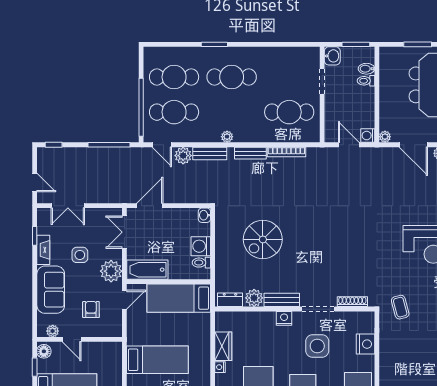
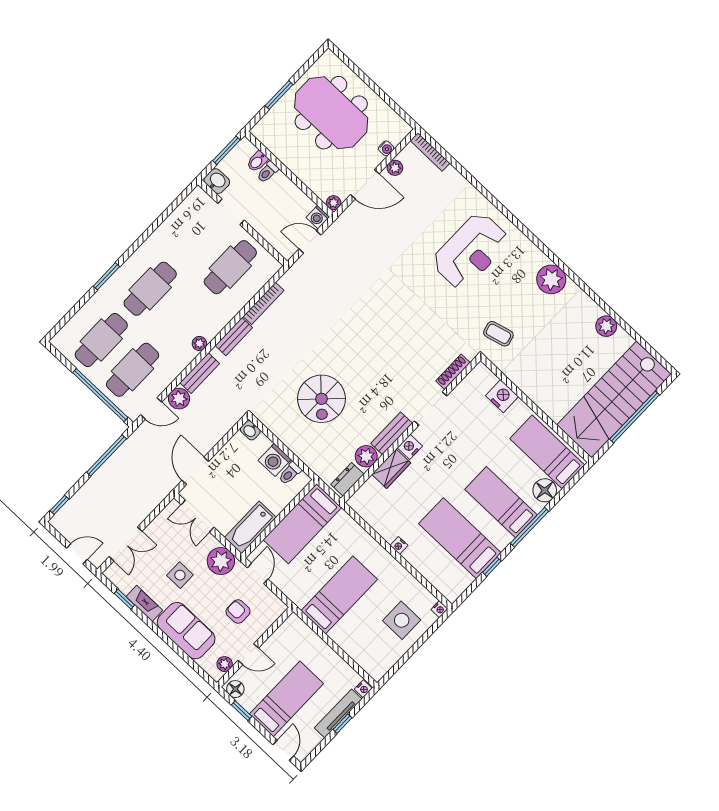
wardrobe: (223, 346) -> (391, 469), moved, turned 90
side table: (317, 346) -> (463, 441), removed

